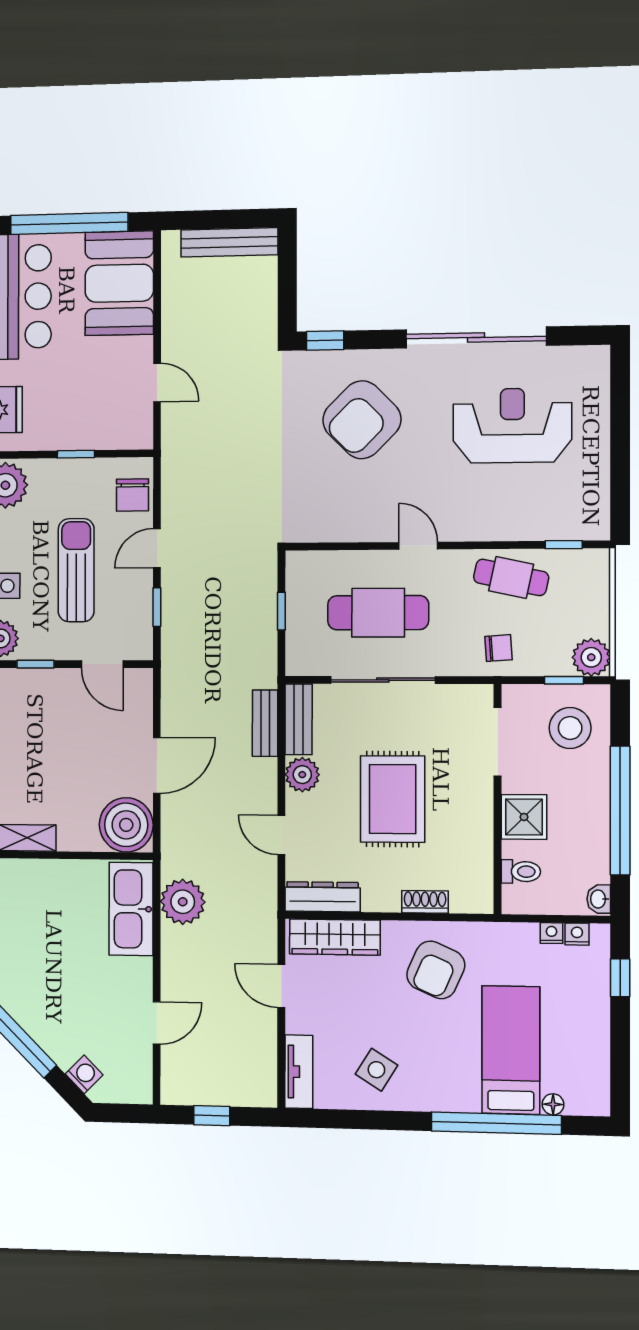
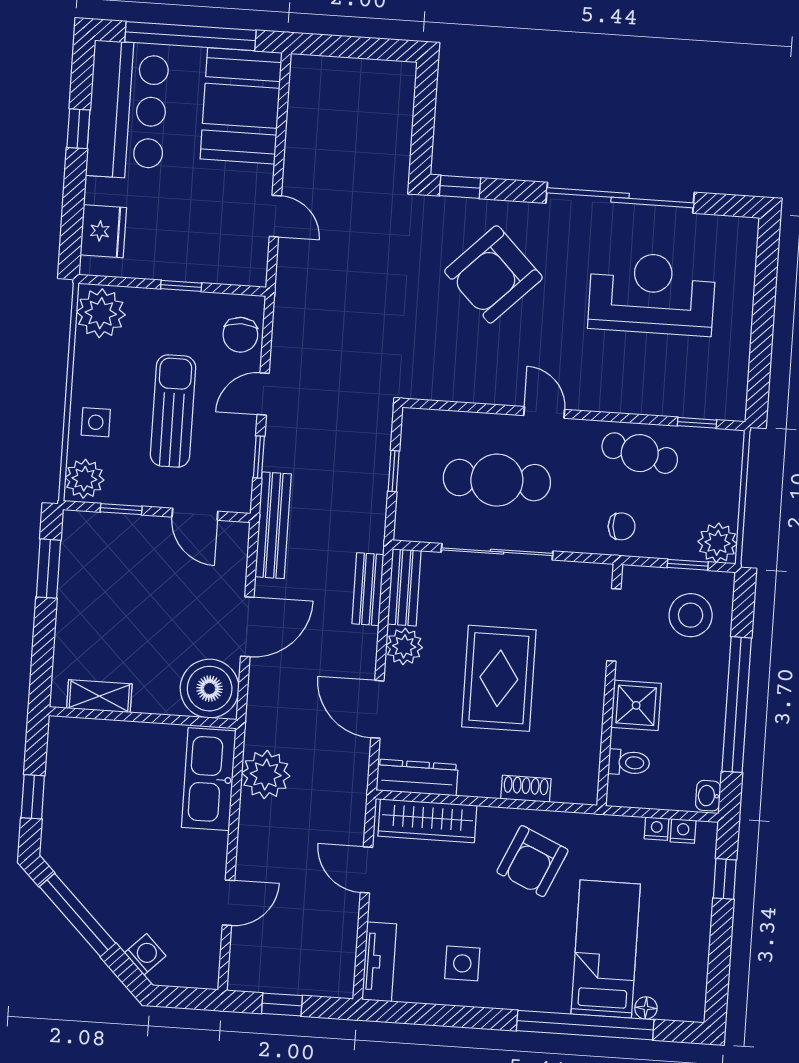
bench: (229, 242) -> (273, 525), moved, turned 90
door: (281, 835) -> (377, 709), width x1.37
side table: (376, 1070) -> (462, 963), turned -32

